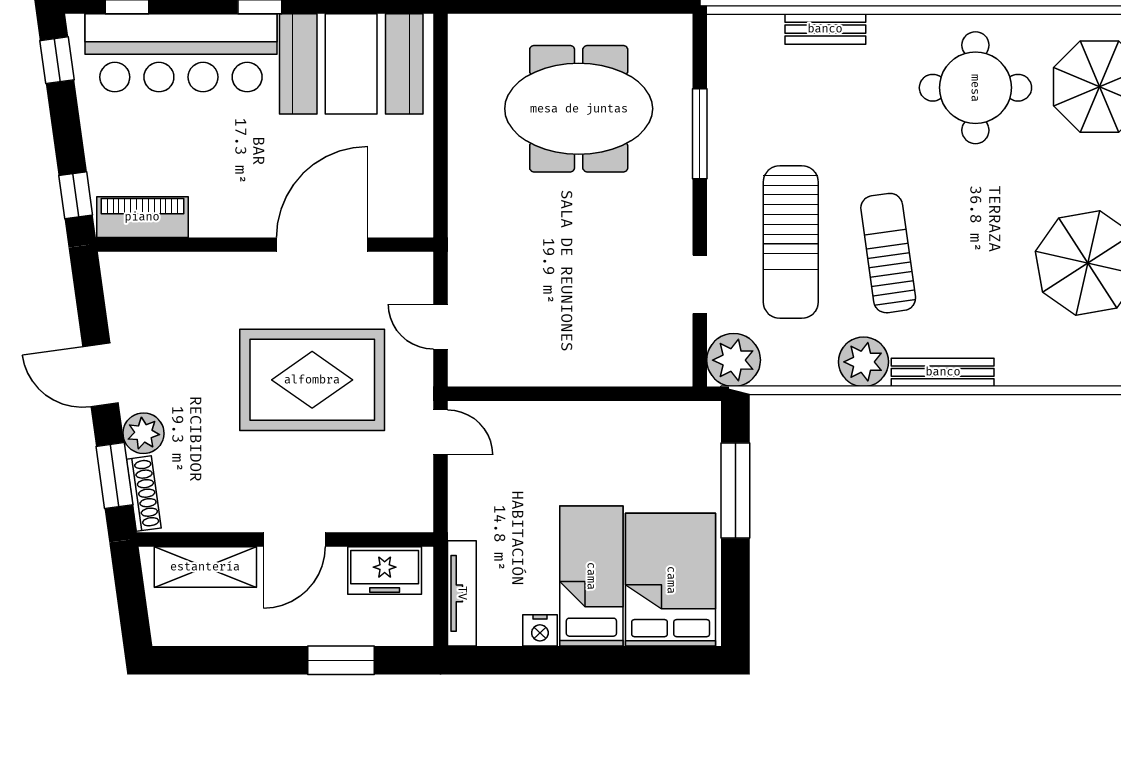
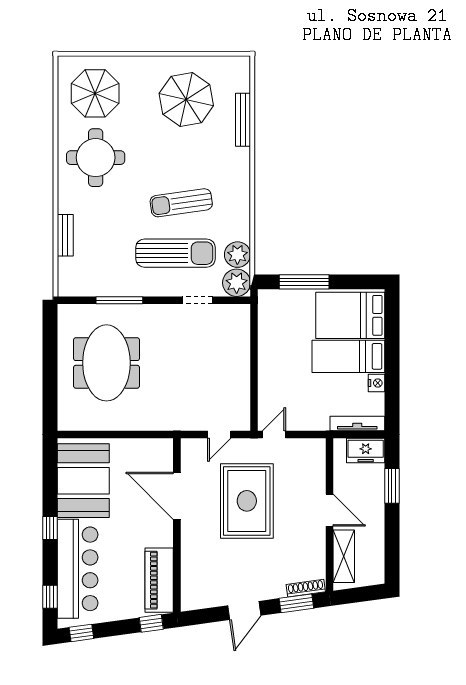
piano: (142, 217) -> (159, 580), width x1.37, depth x1.33
plant: (864, 362) -> (237, 255), moved
bench: (943, 372) -> (243, 120), moved
plant: (143, 433) -> (274, 588), removed
freezer: (385, 570) -> (366, 451), moved, turned 90

